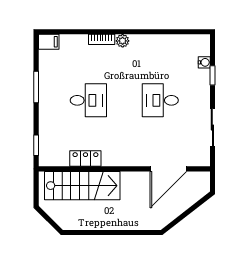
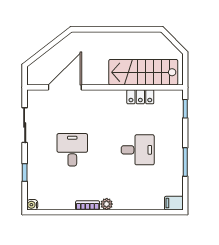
bookcase: (102, 39) -> (88, 205), moved
water cooler: (204, 62) -> (32, 205), moved
desk: (88, 100) -> (138, 150), turned 180
desk: (160, 100) -> (72, 150), turned -90

